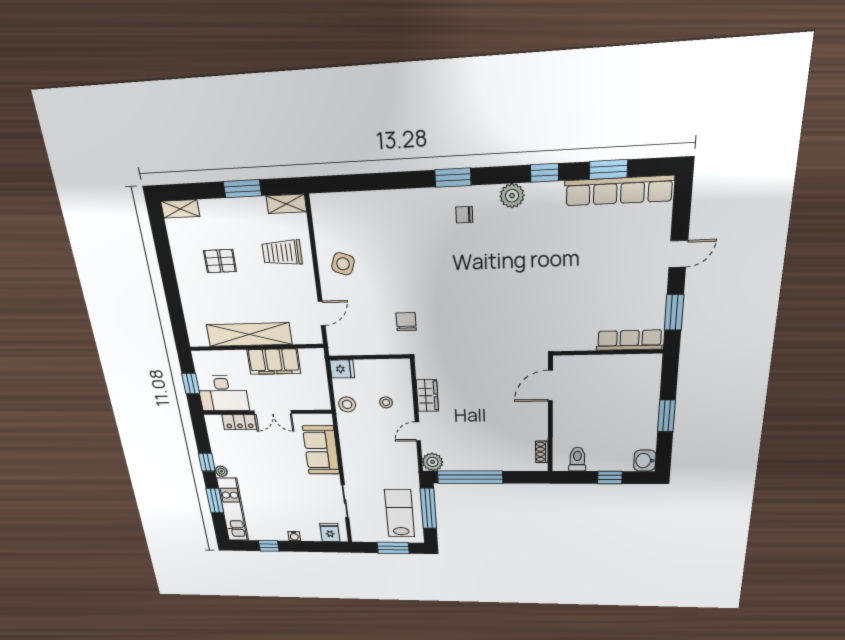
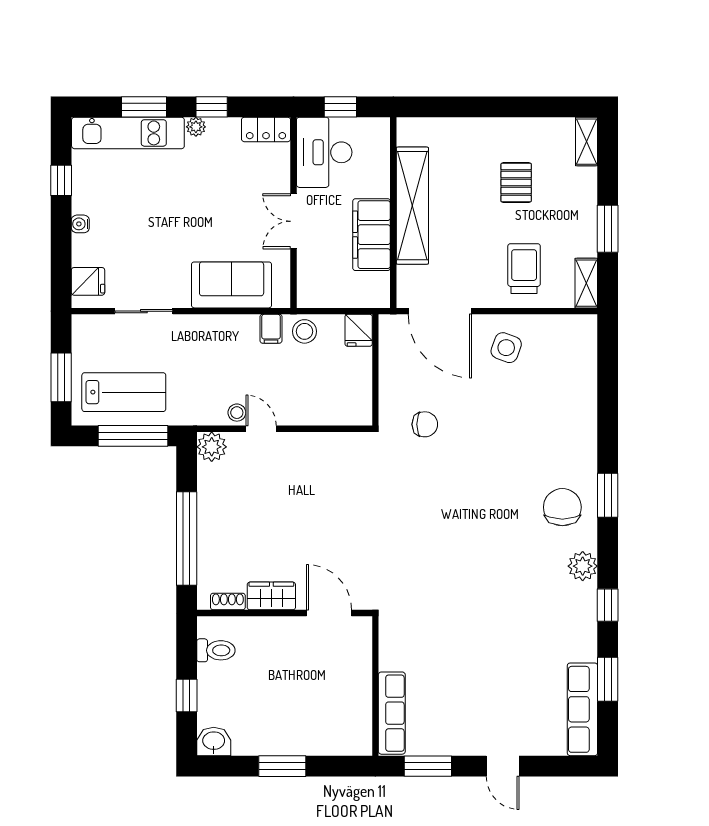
row of seats: (619, 191) -> (582, 709), width x0.73
chair: (464, 215) -> (562, 507), width x1.87, depth x1.87
door: (322, 313) -> (440, 311), width x1.88
wardrobe: (427, 396) -> (271, 596), moved, turned 180
stool: (386, 402) -> (237, 413), moved
locker: (239, 422) -> (266, 129), moved, turned -90
filing cabinet: (348, 426) -> (271, 329), added
window: (470, 477) -> (187, 539), moved

